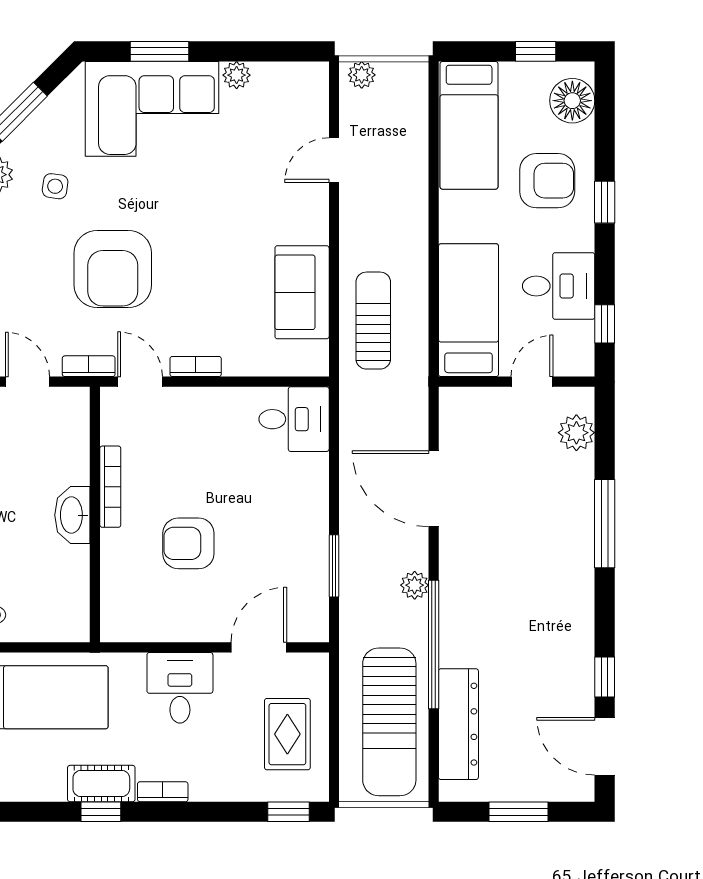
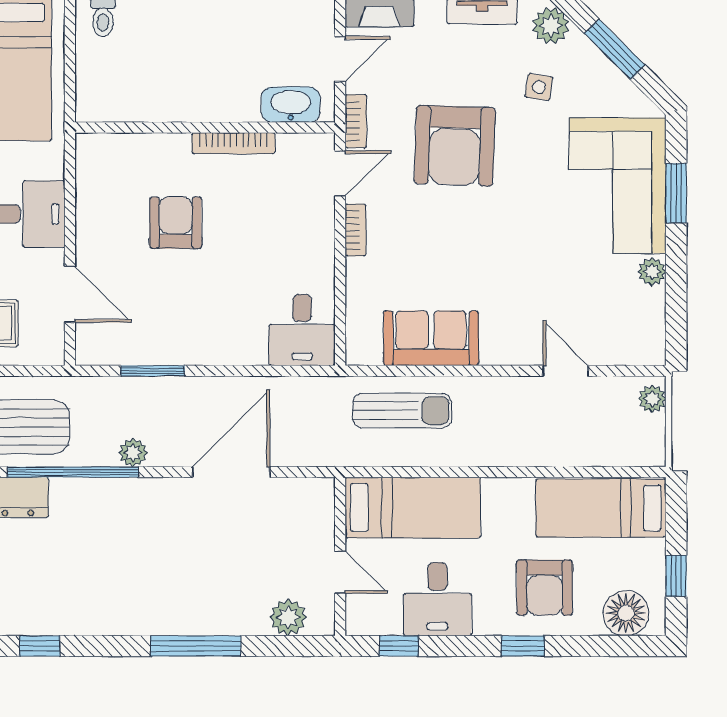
armchair: (113, 269) -> (455, 146), turned -88
washbasin: (72, 515) -> (291, 105), moved

